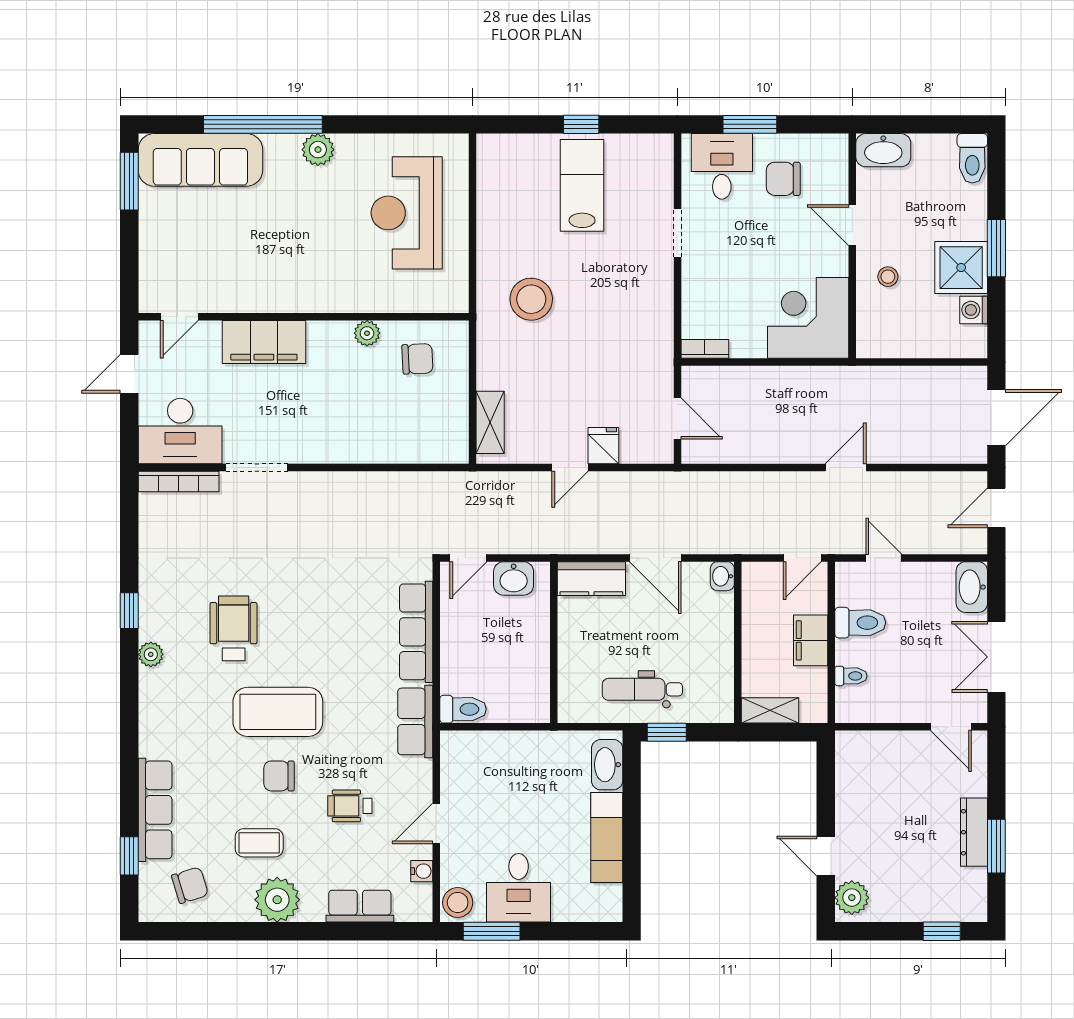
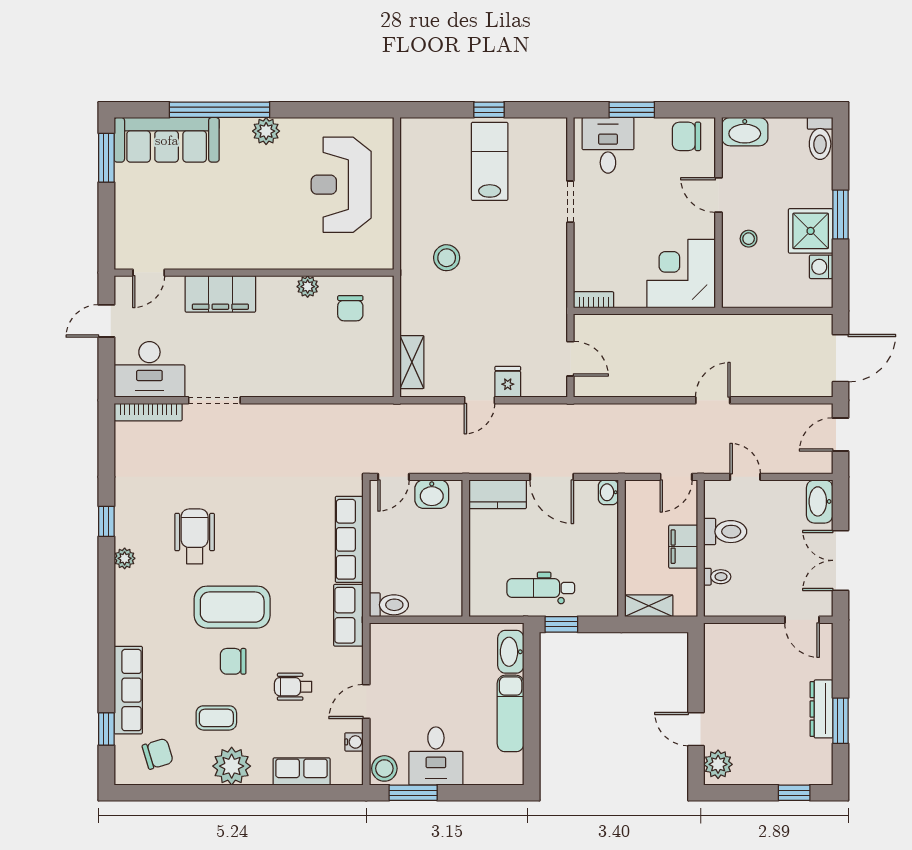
chair: (783, 179) -> (687, 136), moved
stool: (531, 299) -> (447, 258), width x0.73, depth x0.73
chair: (417, 359) -> (350, 308), turned 93

